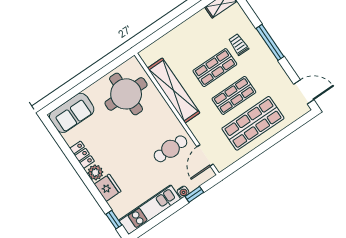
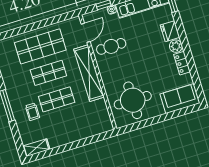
shelving: (174, 90) -> (89, 73), moved

